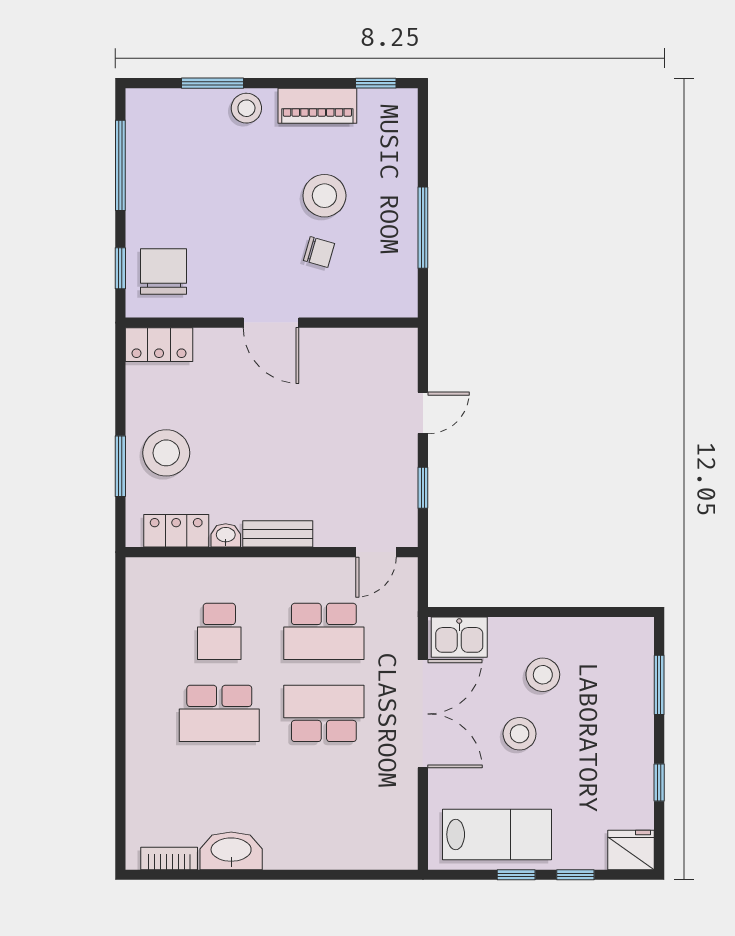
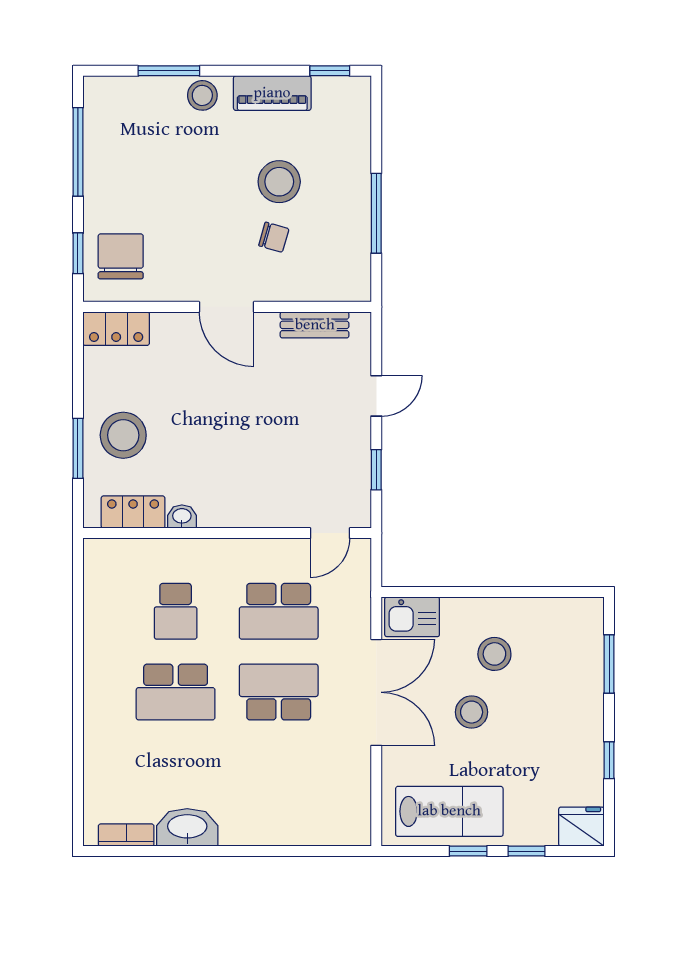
bench: (278, 534) -> (315, 325), moved

